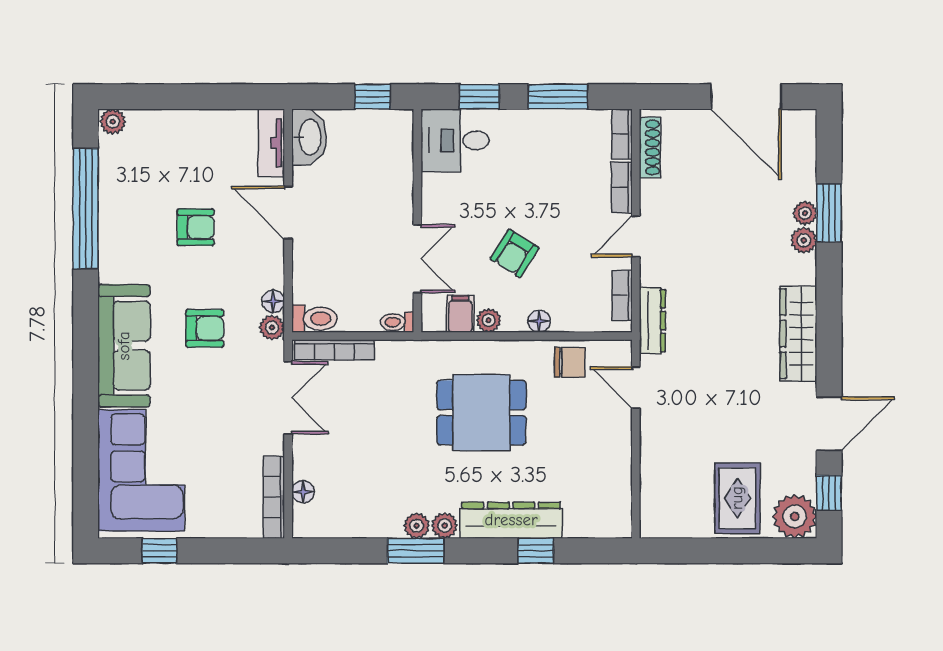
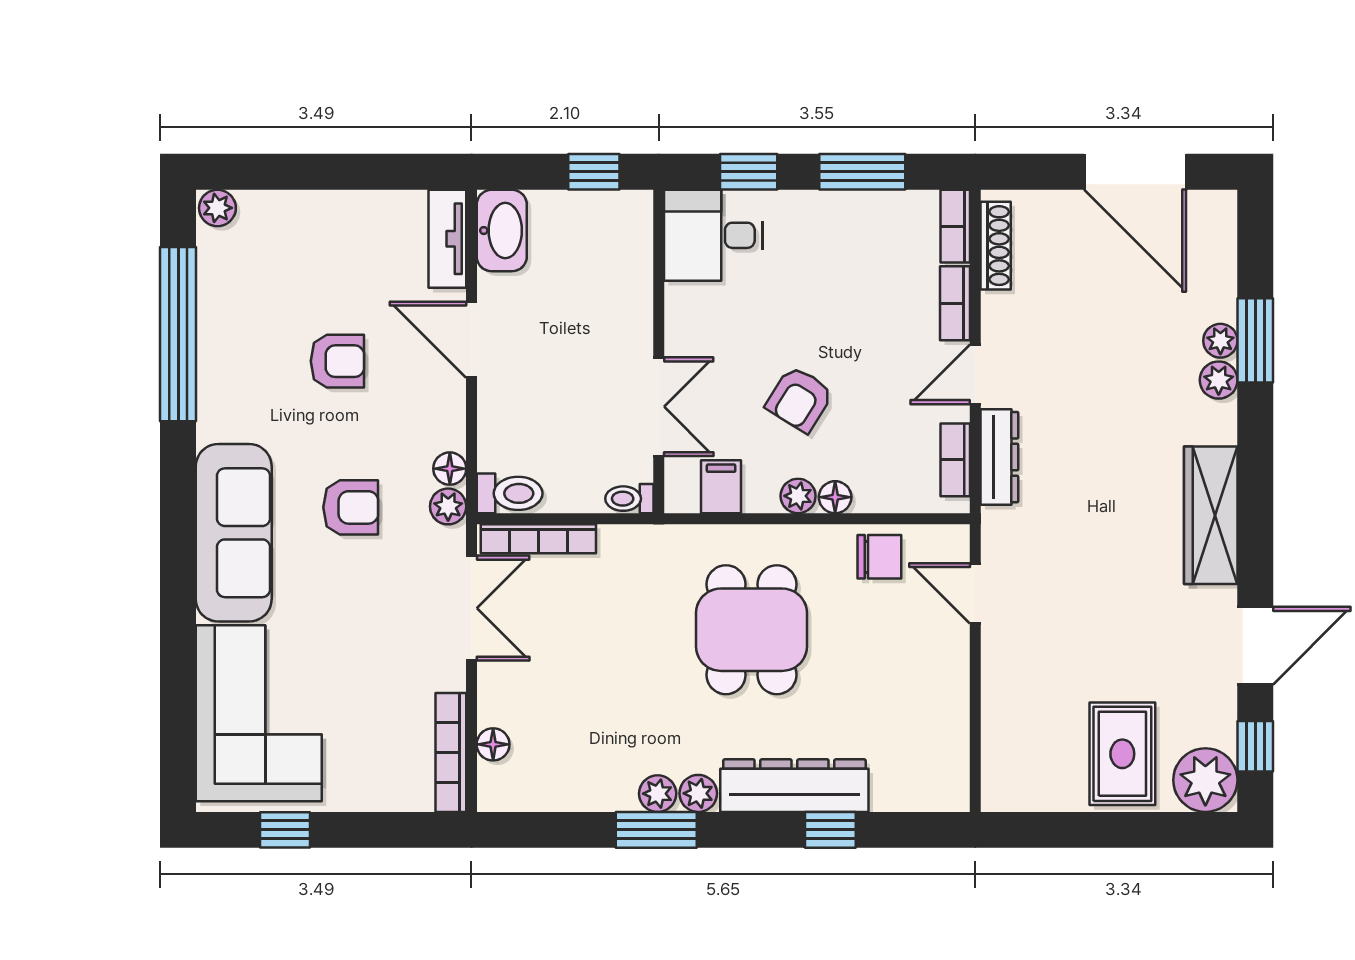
plant: (489, 320) -> (798, 496), moved
dresser: (652, 321) -> (999, 457), moved
dining table: (481, 413) -> (751, 630), turned 90

